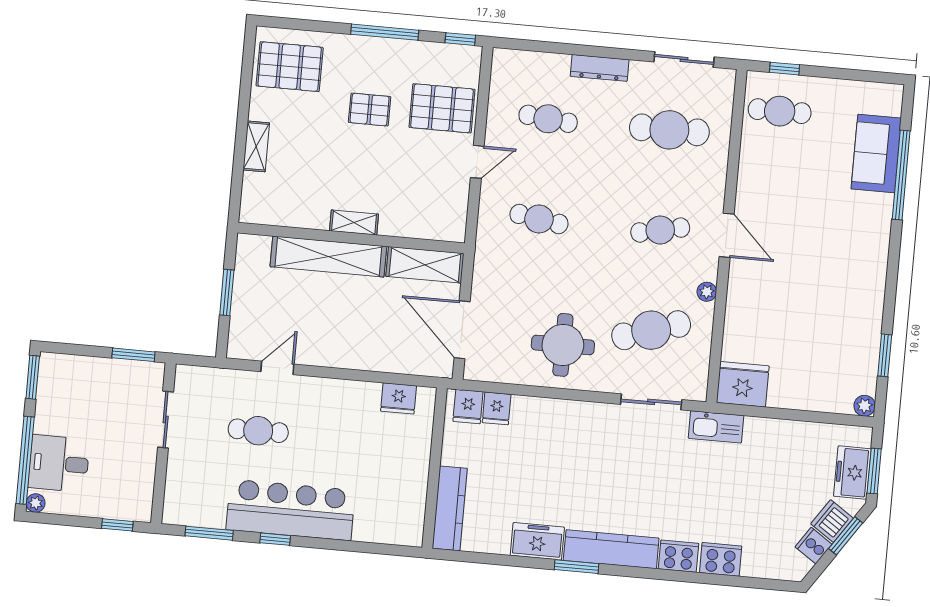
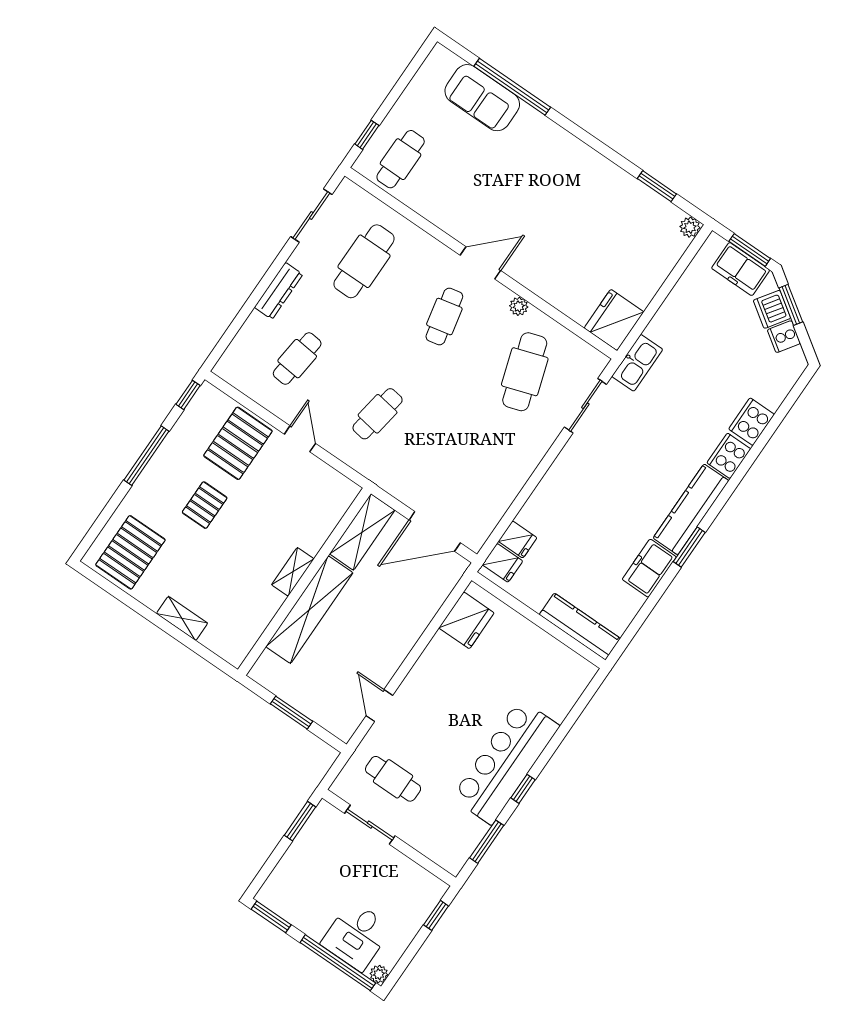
round table: (563, 345) -> (495, 453), removed
fridge: (399, 398) -> (466, 620), width x1.36, depth x1.34
cafe table: (258, 431) -> (393, 779), moved, turned 90

